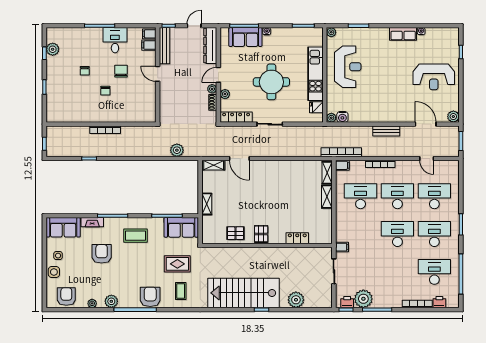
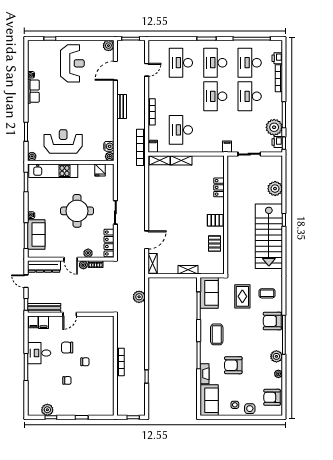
kitchen unit: (316, 74) -> (53, 171), moved
desk: (397, 196) -> (250, 96), moved

